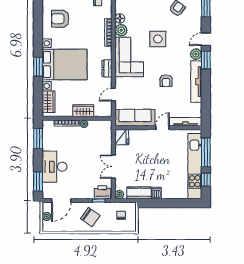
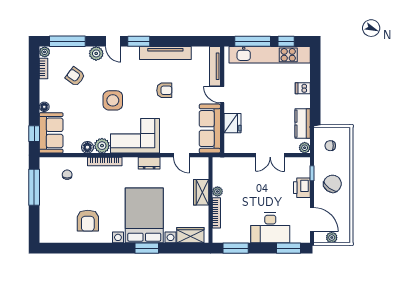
plant: (196, 54) -> (96, 53), moved
fridge: (122, 137) -> (233, 123), moved, turned 90
printer: (102, 192) -> (302, 188), moved
dishwasher: (157, 193) -> (303, 88), moved

